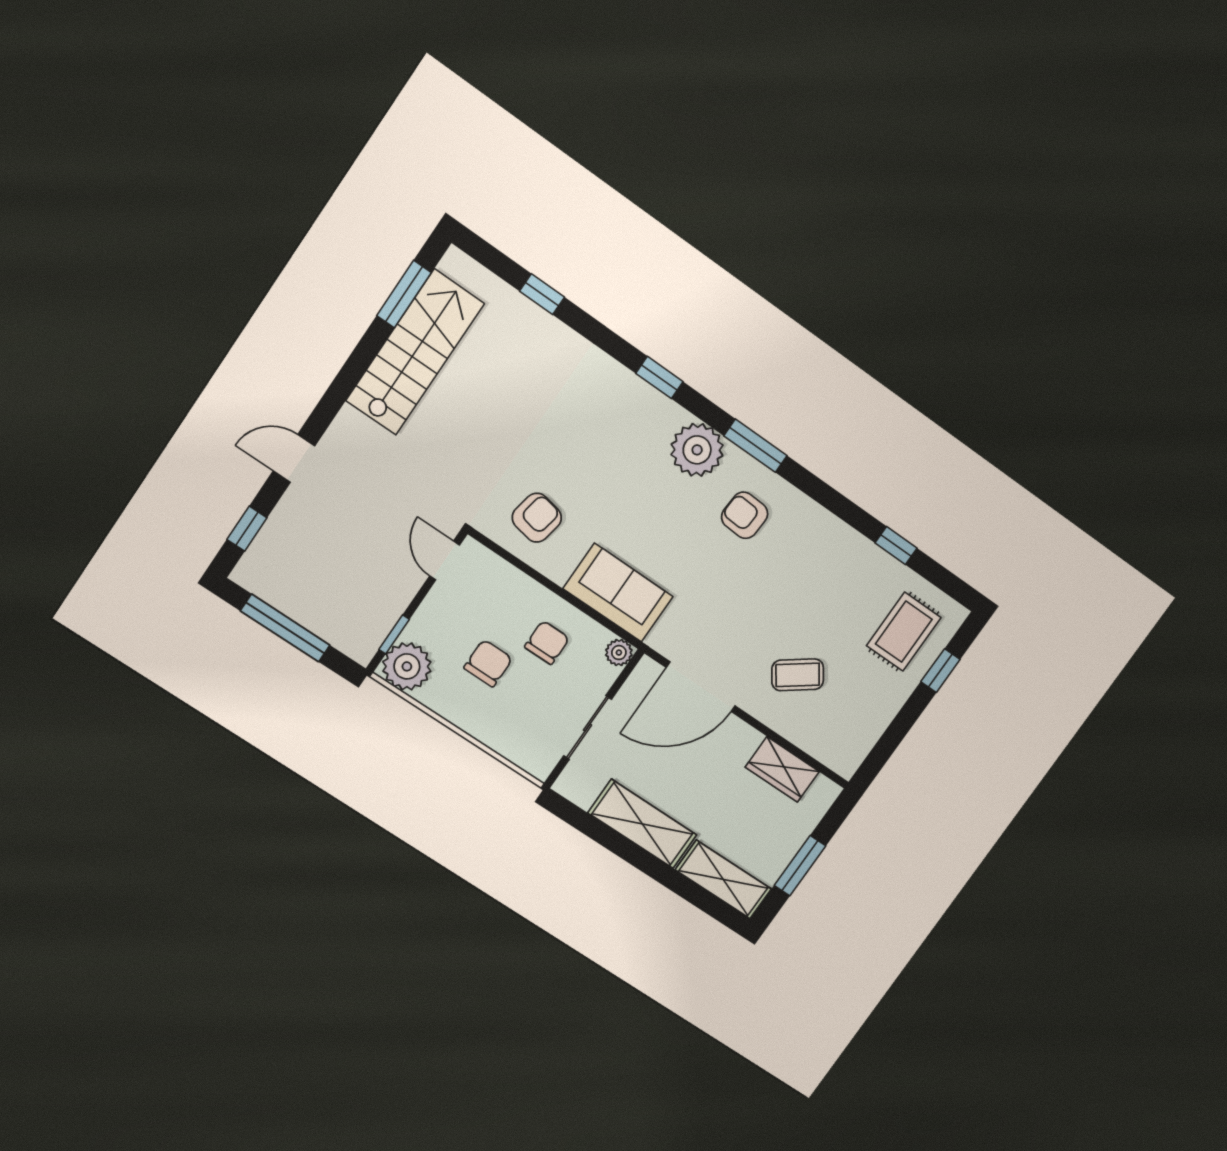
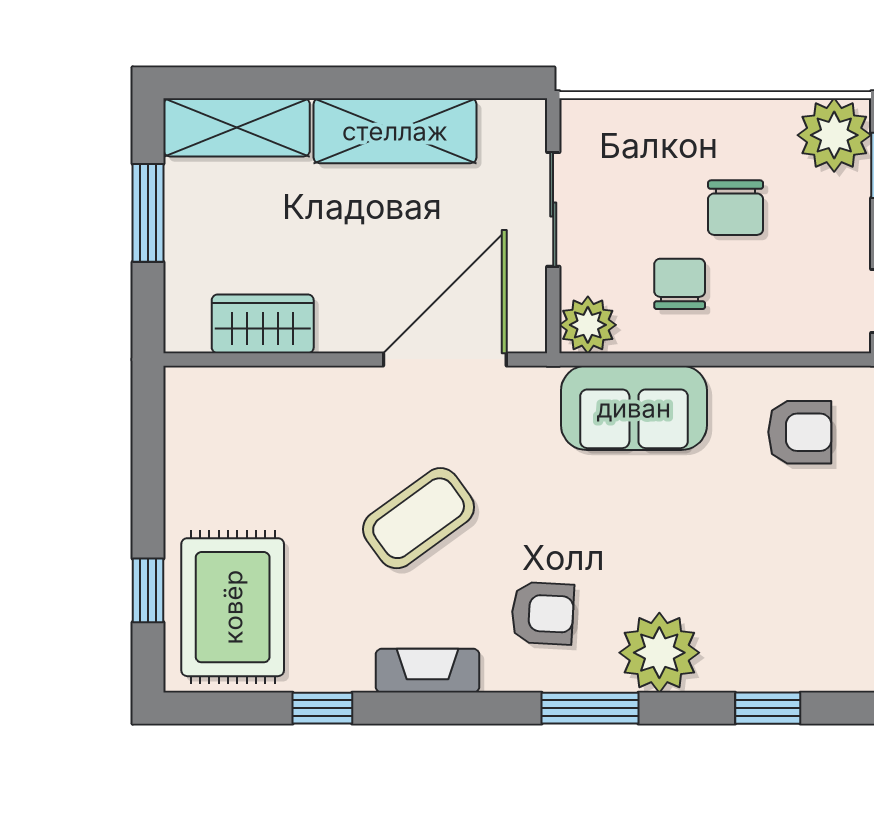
armchair: (537, 518) -> (800, 432), turned -101
fireplace: (827, 527) -> (428, 671), added
rug: (904, 632) -> (233, 607), width x1.36, depth x1.43
chair: (547, 643) -> (680, 284), turned 180
plant: (619, 653) -> (588, 325), width x1.38, depth x1.38
coffee table: (798, 675) -> (419, 518), moved, width x1.36, depth x1.30

